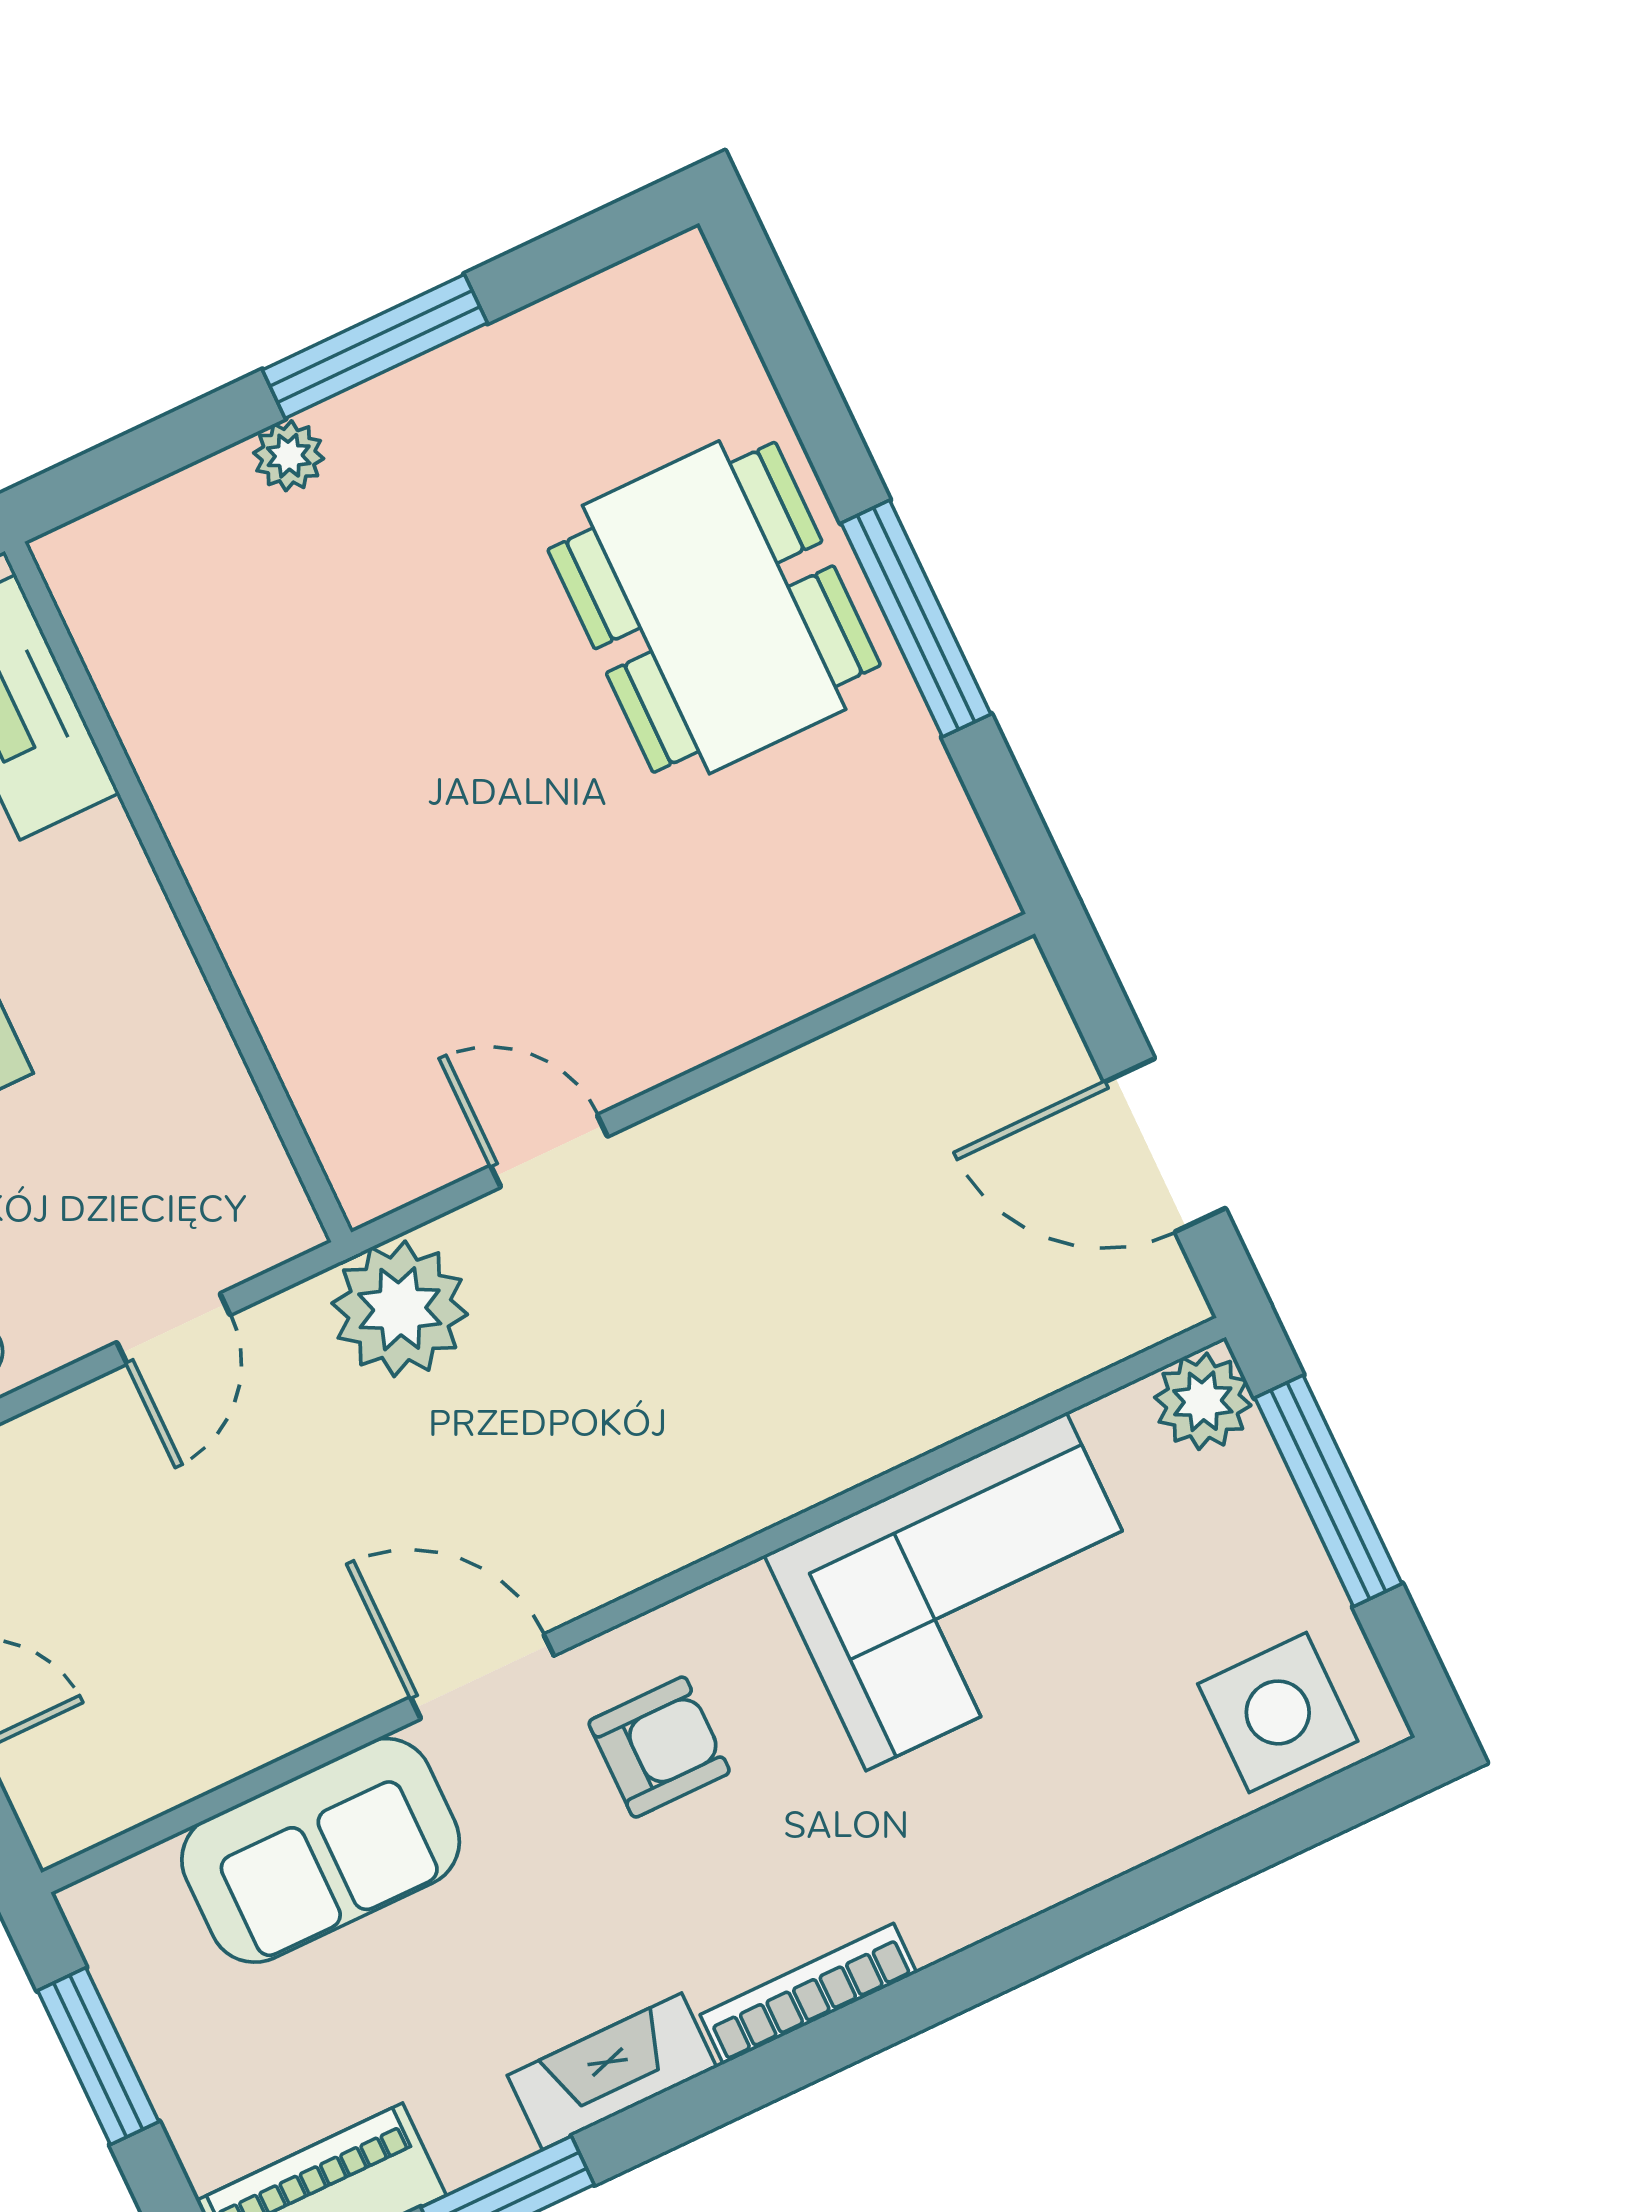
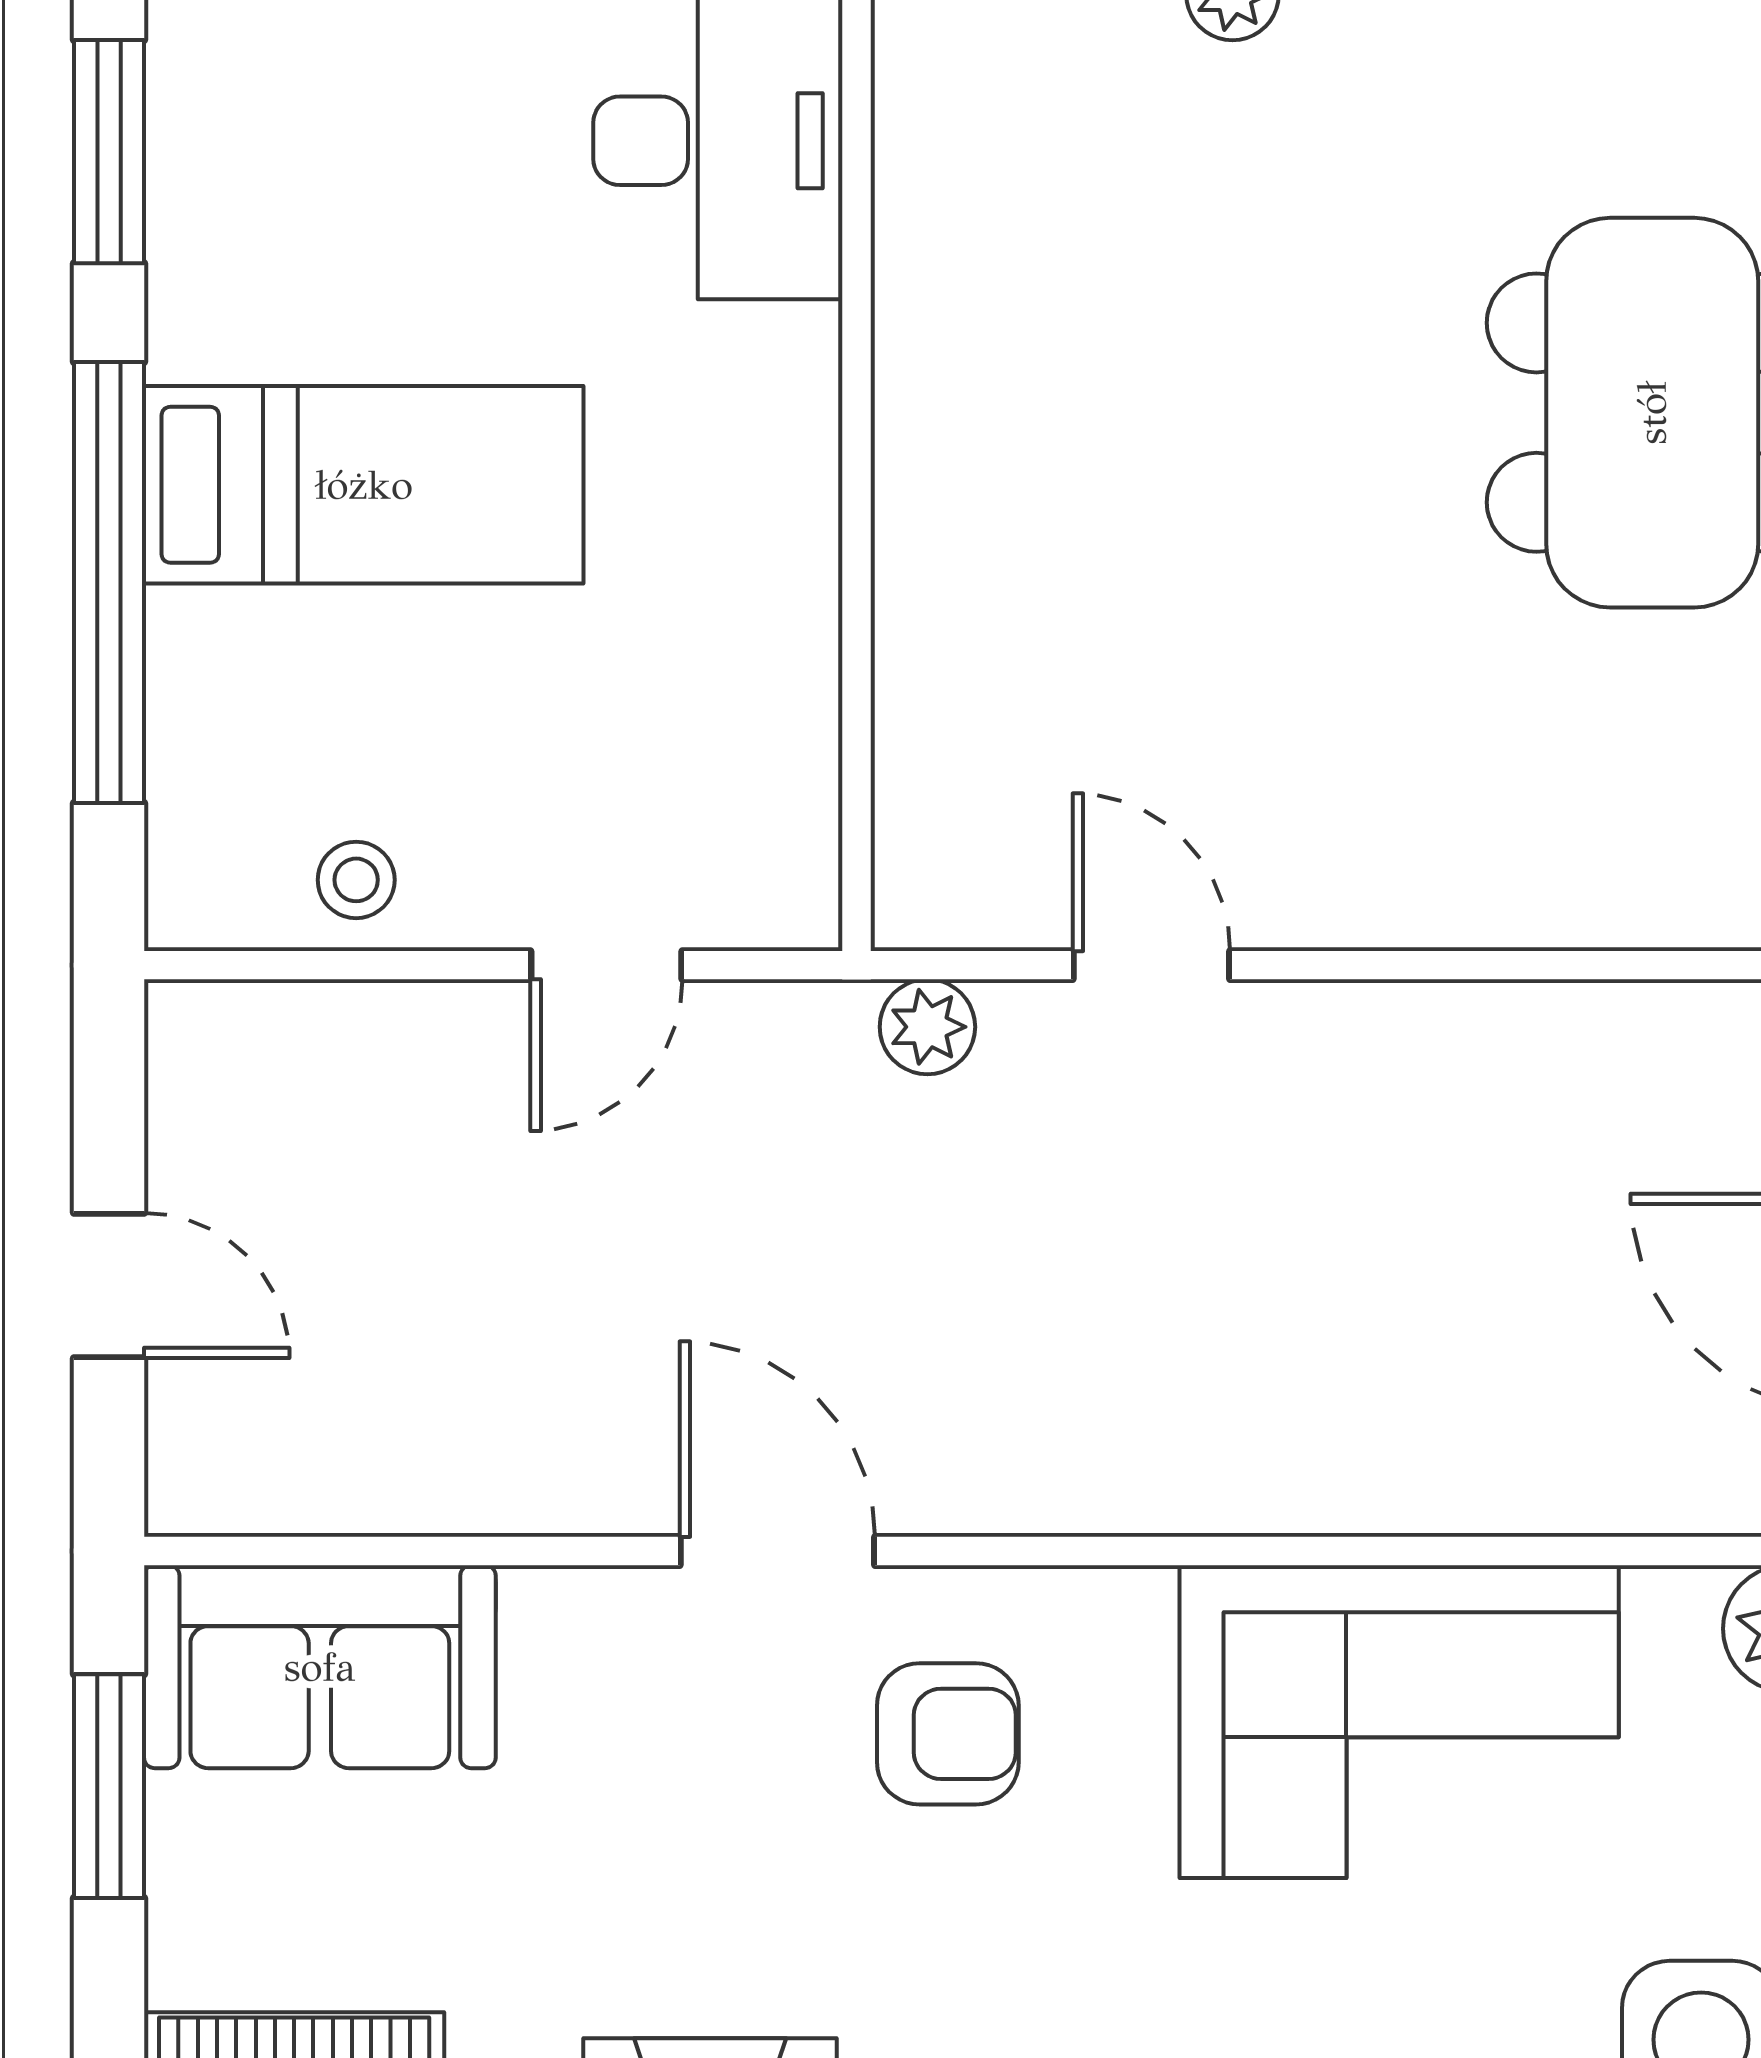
plant: (400, 1309) -> (927, 1027), width x0.53, depth x0.53
sofa: (321, 1850) -> (320, 1667), moved

